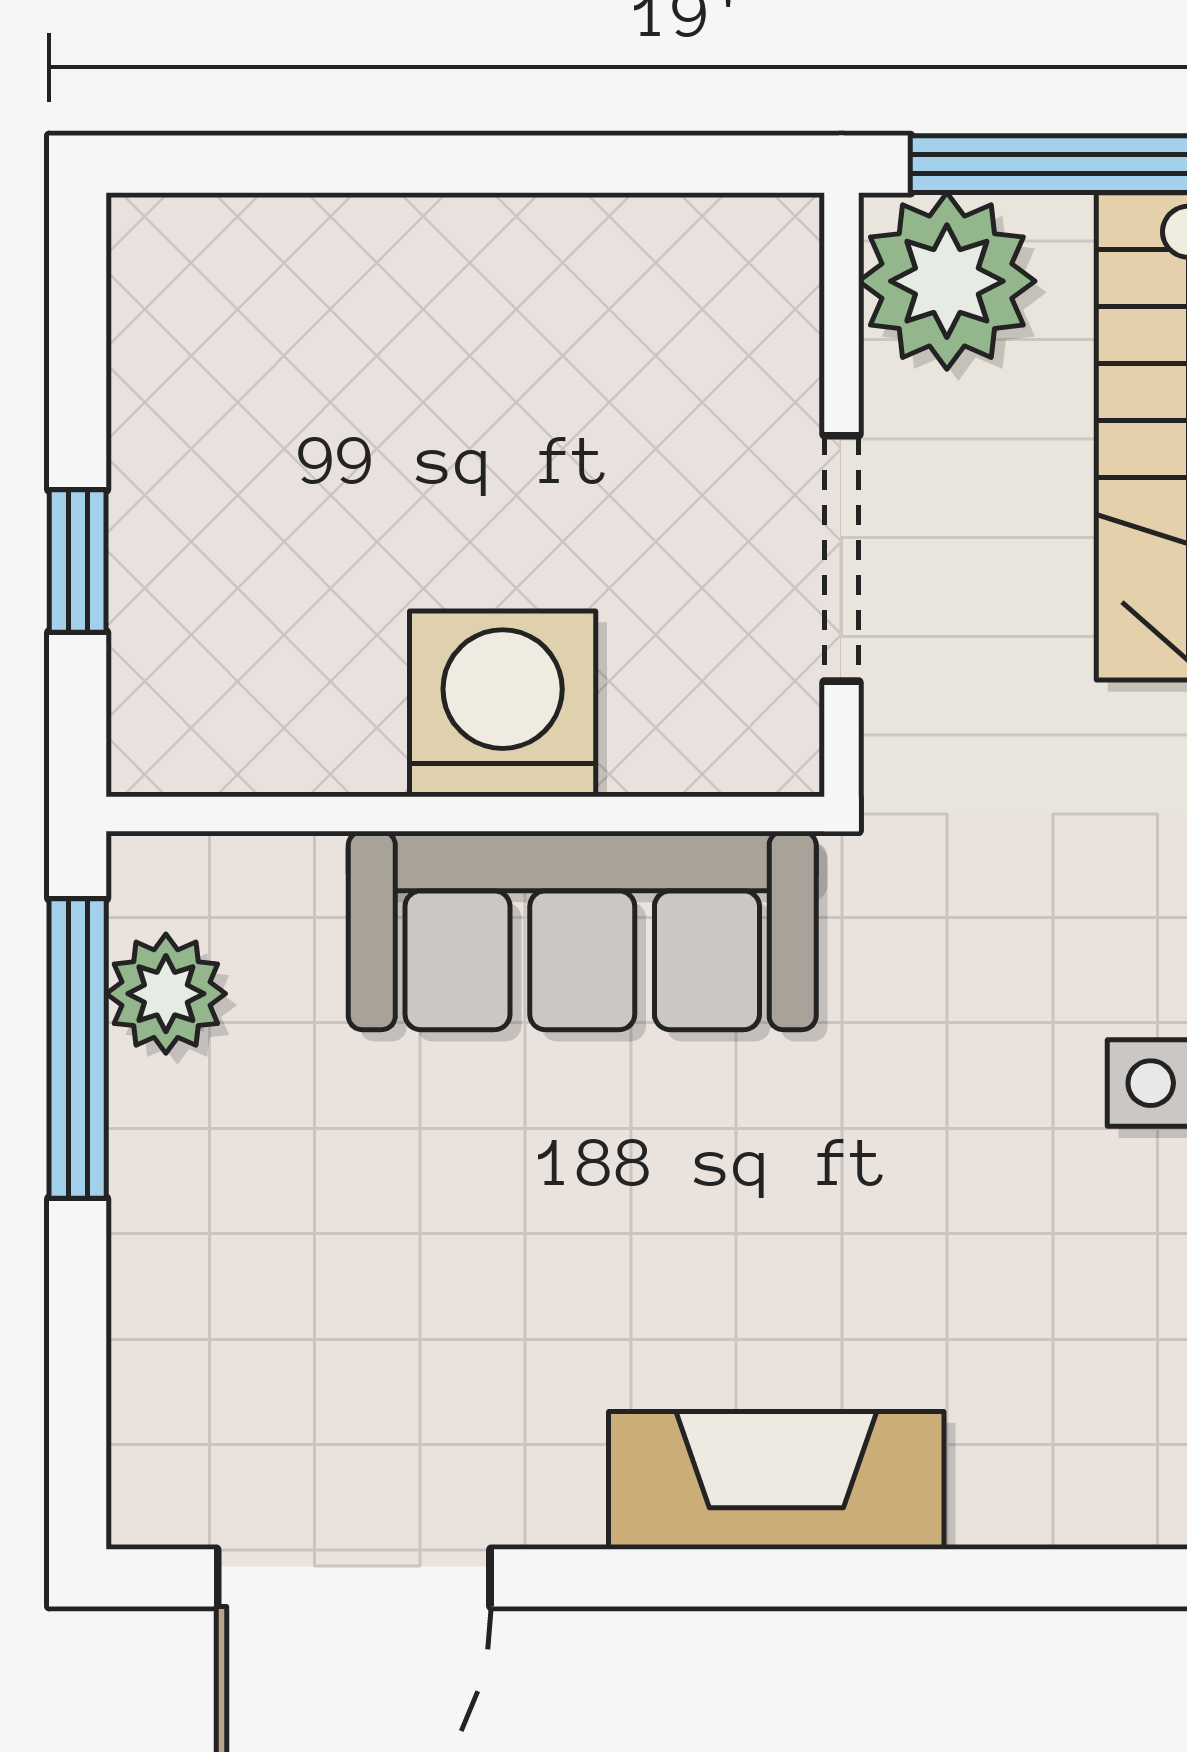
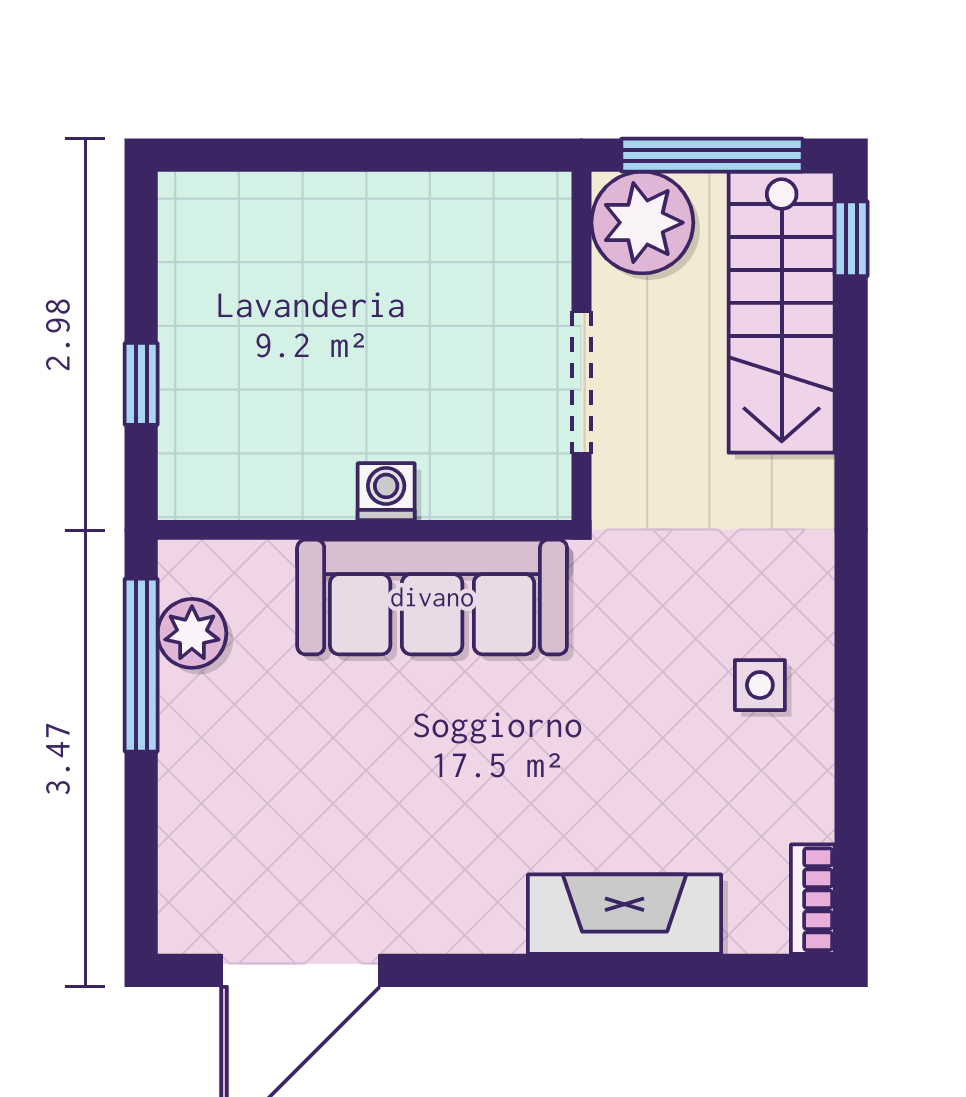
washing machine: (503, 704) -> (386, 492), width x0.53, depth x0.53
fireplace: (776, 1480) -> (625, 914), moved

